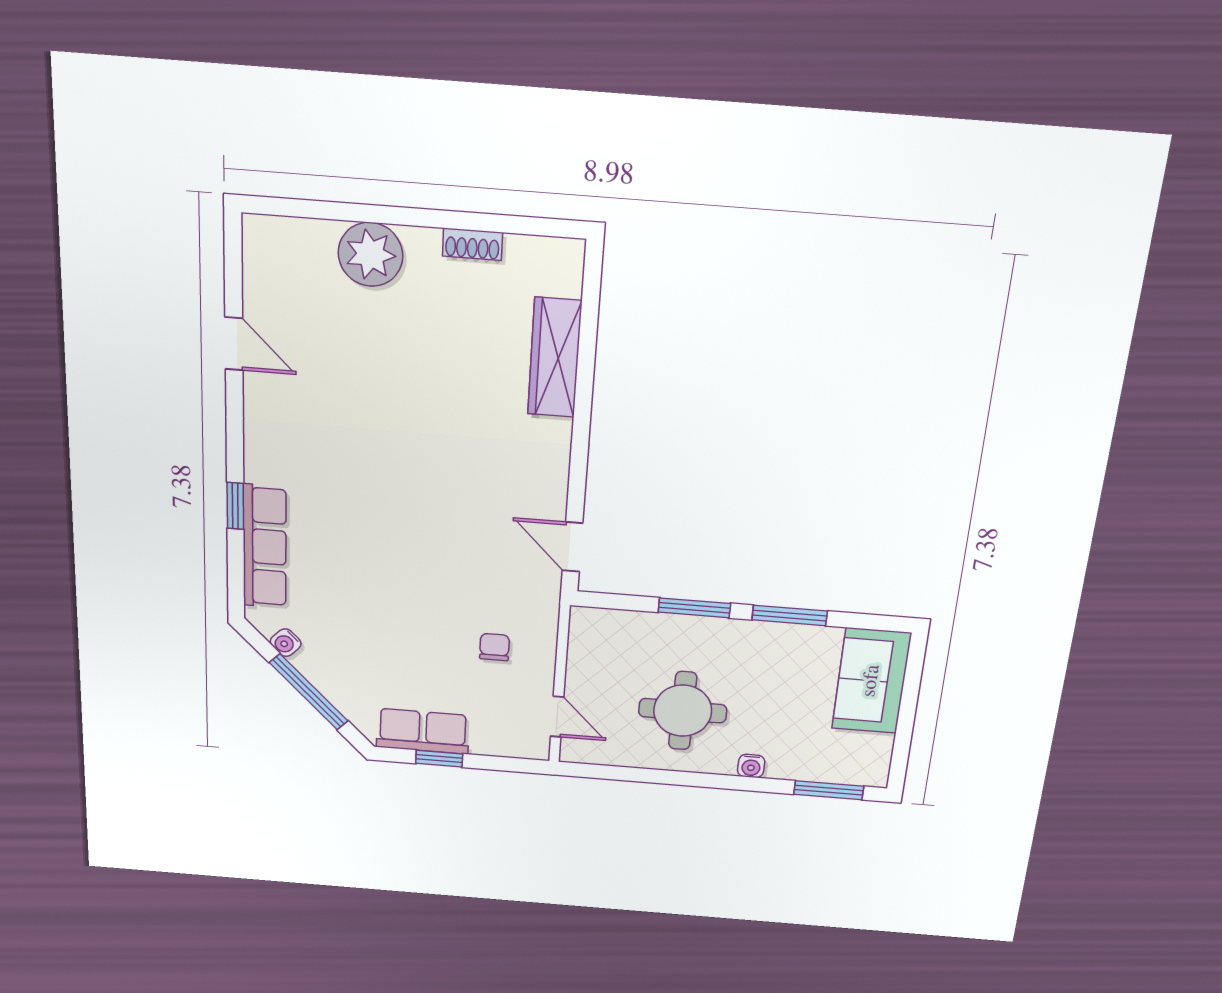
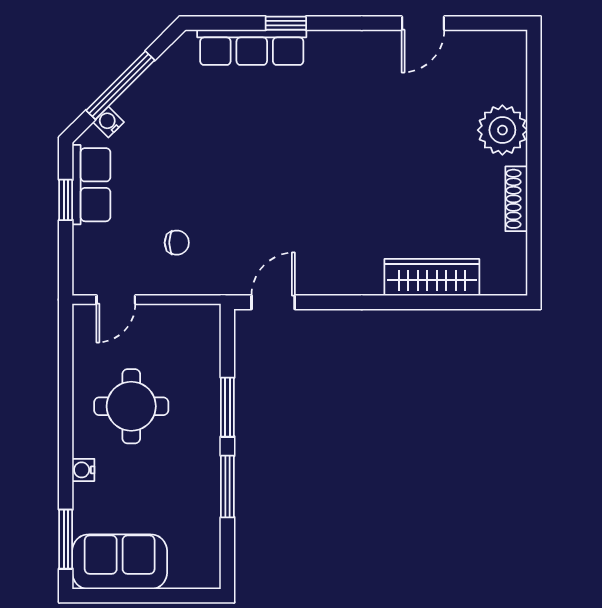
shoe rack: (472, 244) -> (516, 199), width x1.43
water cooler: (286, 643) -> (108, 122), moved
sofa: (871, 681) -> (120, 562), moved

